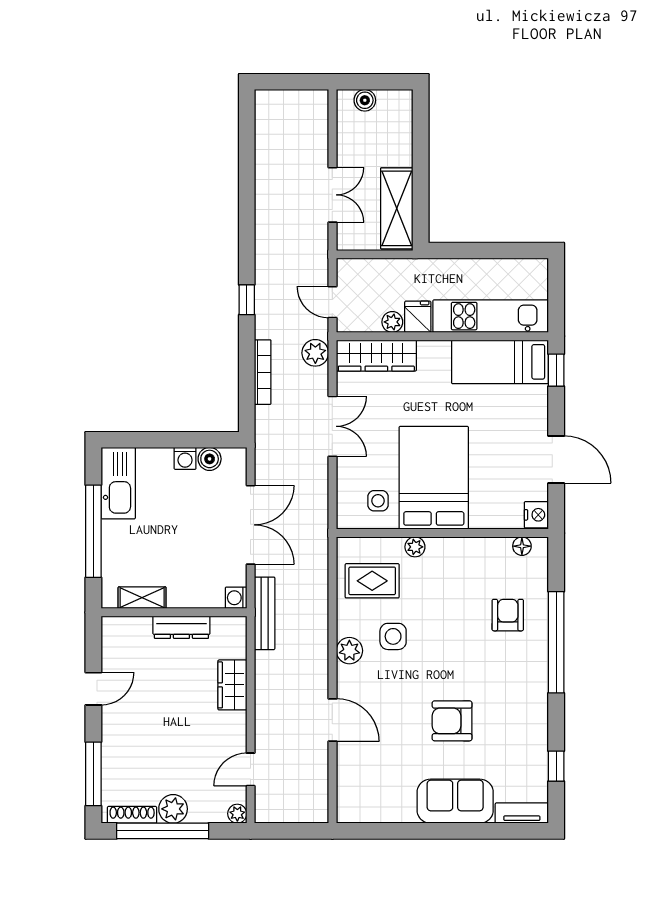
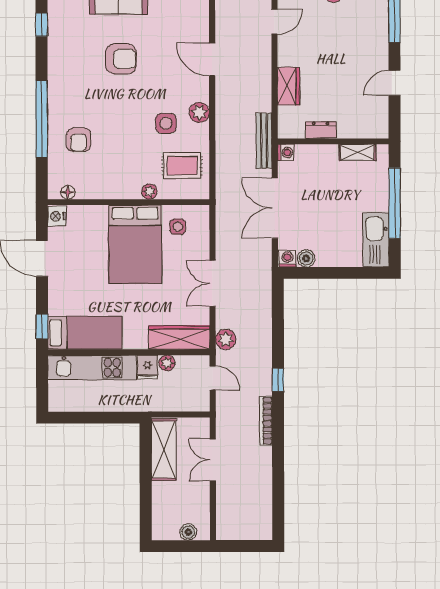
bookcase: (263, 372) -> (266, 421), moved
washing machine: (185, 458) -> (288, 259), moved
dresser: (181, 627) -> (321, 130), width x0.70

